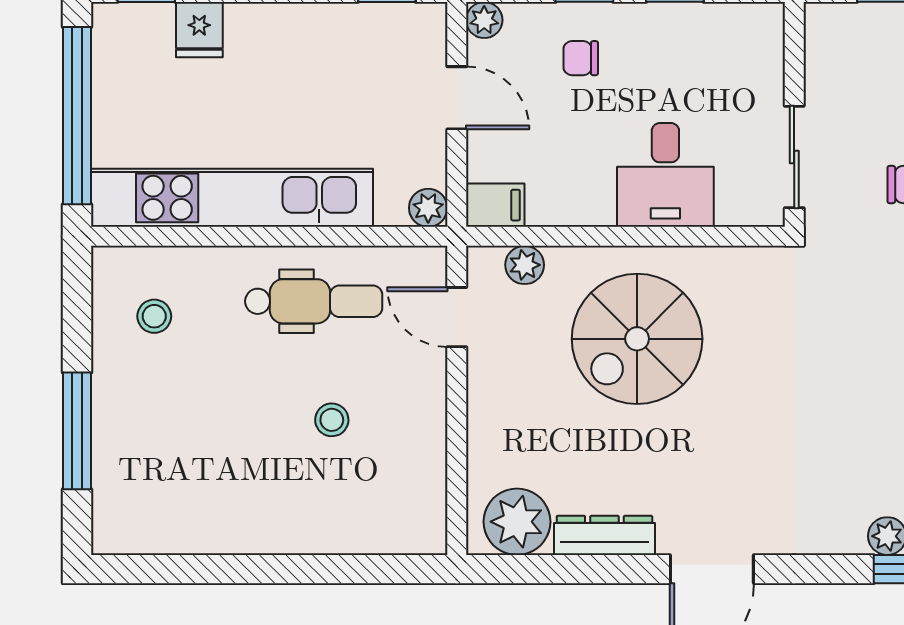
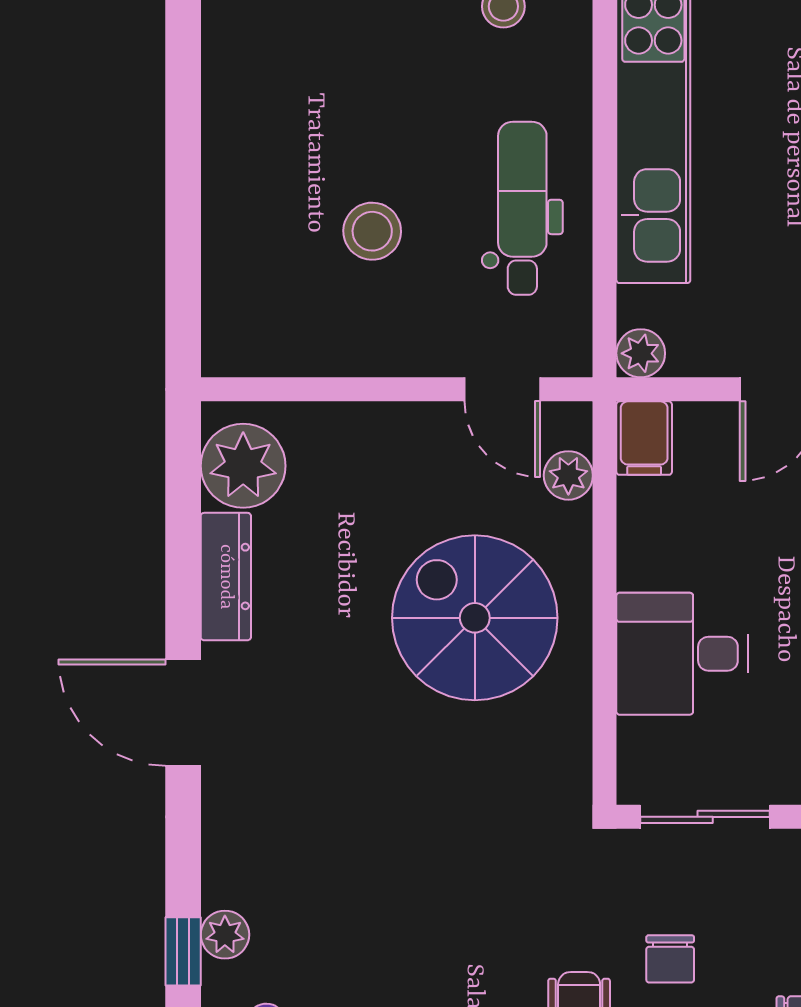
dental chair: (314, 301) -> (522, 208), turned 180
door: (457, 317) -> (502, 389), swing flipped
stool: (332, 420) -> (372, 231), width x1.37, depth x1.37

